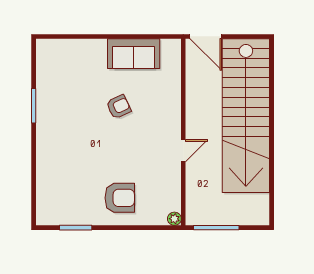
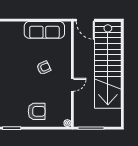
sofa: (134, 54) -> (44, 30), width x1.36
armchair: (119, 107) -> (44, 68), moved

